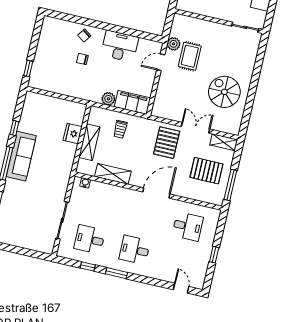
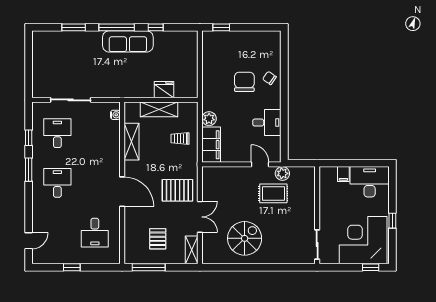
desk: (120, 46) -> (267, 123), width x0.73
chair: (82, 59) -> (244, 82), width x1.87, depth x1.87
pallet: (206, 171) -> (158, 239), width x0.67, depth x0.71

